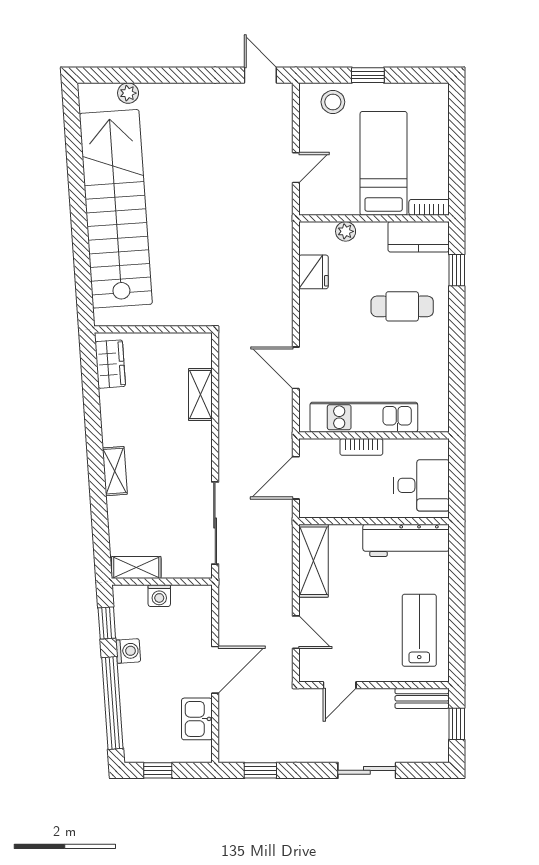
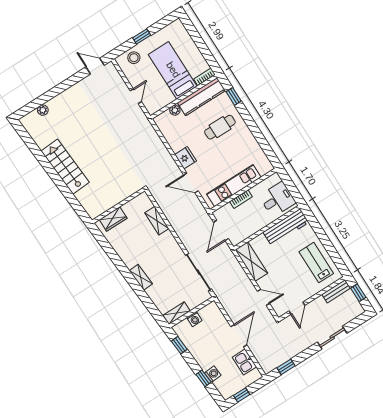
stairs: (116, 209) -> (65, 167), width x0.54, depth x0.66
kitchen counter: (419, 237) -> (201, 97), width x1.50
fridge: (313, 272) -> (186, 158), moved
wardrobe: (110, 364) -> (113, 219), moved, turned 94
washing machine: (128, 651) -> (213, 374), moved
window: (112, 703) -> (203, 378), width x0.32

